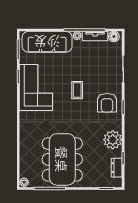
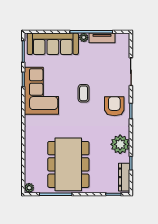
floor lamp: (114, 37) -> (121, 38), removed
armchair: (107, 103) -> (114, 106), turned 180
dresser: (117, 168) -> (124, 177), width x1.44

